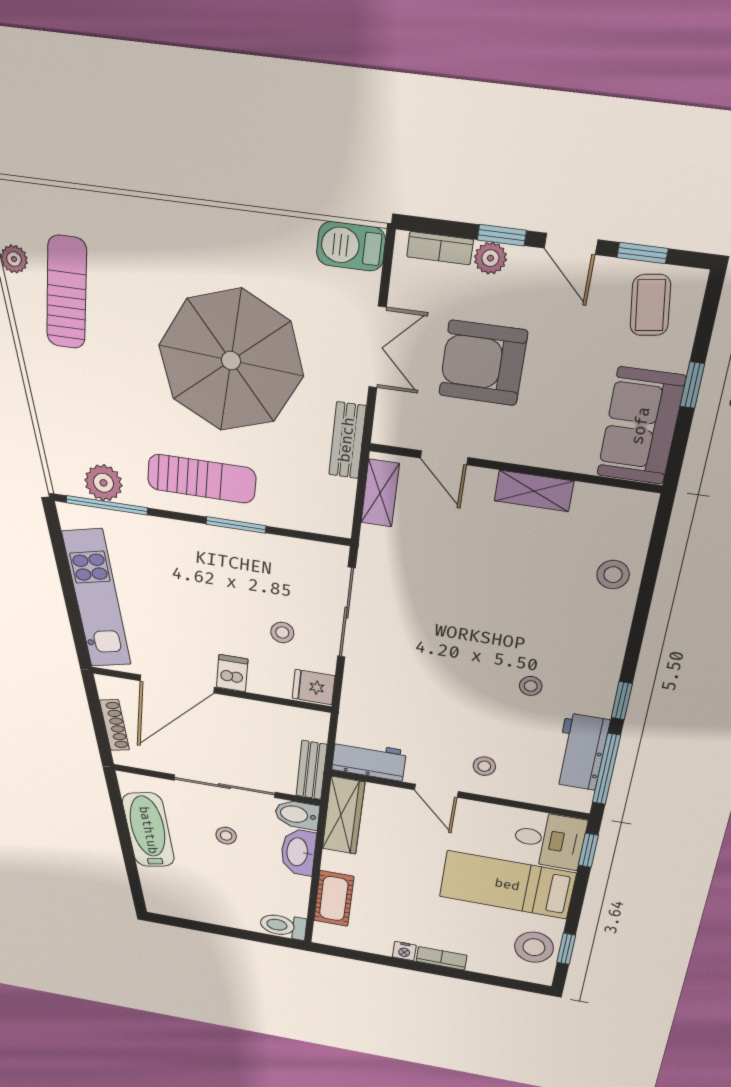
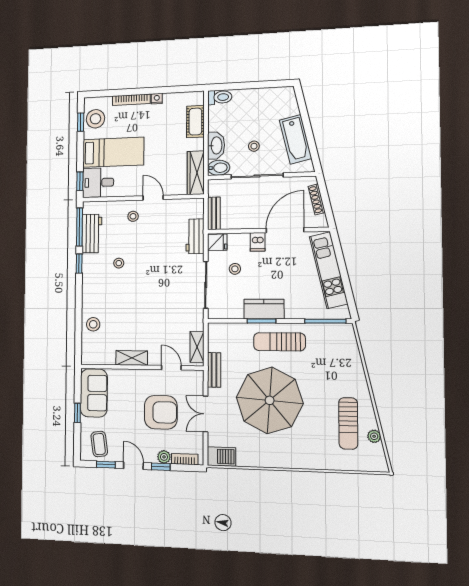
plant: (103, 483) -> (327, 332), removed
kitchen counter: (229, 547) -> (264, 309), added
workbench: (369, 760) -> (195, 236), moved, turned 90
bench: (311, 770) -> (214, 213), moved
bookcase: (442, 958) -> (131, 100), width x1.56

